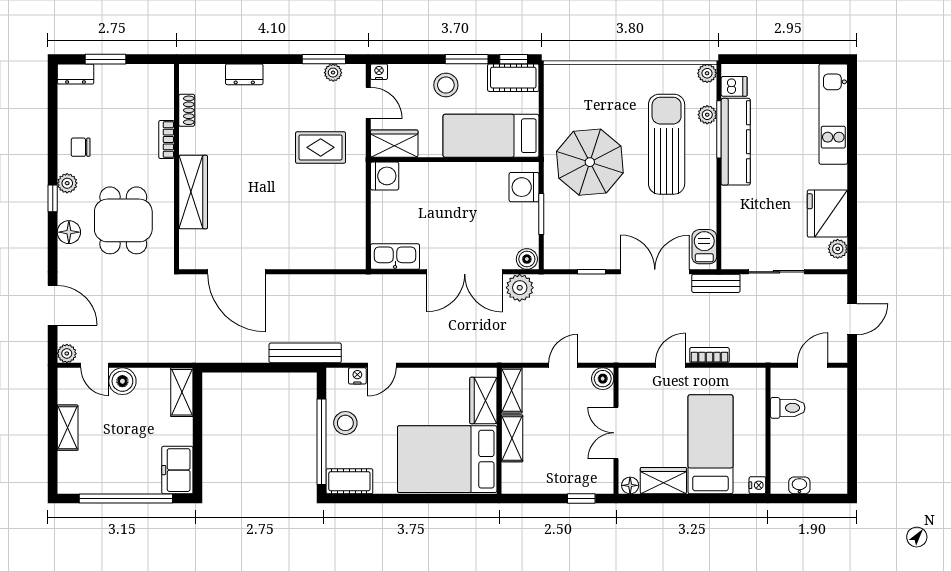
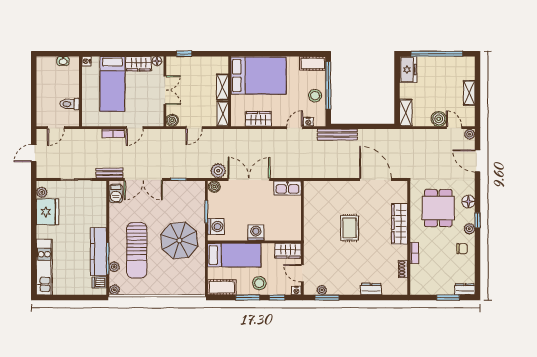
window: (514, 59) -> (277, 298), moved
rug: (321, 147) -> (350, 228), moved, turned 90
washing machine: (385, 176) -> (256, 233), moved, turned 90
wardrobe: (483, 400) -> (258, 119), moved, turned -90

